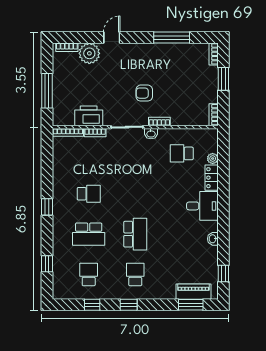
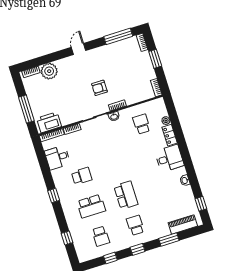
door: (112, 38) -> (79, 49), moved
window: (172, 38) -> (118, 36), moved
printer: (89, 116) -> (49, 122), moved
school desk: (182, 153) -> (142, 124), turned 90
desk: (66, 162) -> (57, 157), added
school desk: (89, 274) -> (101, 236), turned 180
window: (191, 305) -> (169, 240), moved

